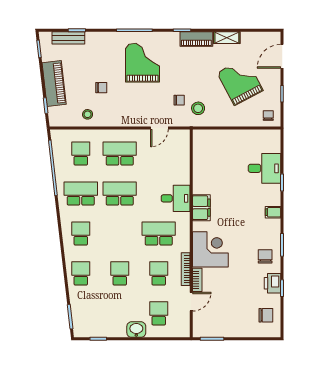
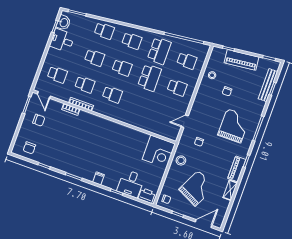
bench: (68, 38) -> (268, 85), width x1.36
door: (282, 56) -> (204, 224), hinge flipped
grand piano: (143, 63) -> (234, 126), turned -90
grand piano: (240, 82) -> (197, 188), turned -36
stool: (198, 108) -> (181, 160), moved
door: (159, 128) -> (185, 121), hinge flipped
school desk: (120, 153) -> (177, 88), width x0.54
desk: (176, 198) -> (62, 40), moved, turned 90
filing cabinet: (201, 208) -> (119, 130), removed
school desk: (120, 233) -> (122, 68), added
school desk: (159, 233) -> (112, 94), width x0.54
corner desk: (210, 249) -> (159, 152), moved
chair: (265, 256) -> (39, 120), moved
printer: (273, 283) -> (147, 196), moved
door: (191, 302) -> (44, 95), moved
washbasin: (136, 330) -> (64, 23), moved

